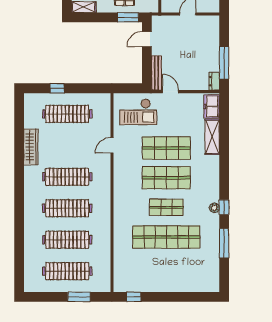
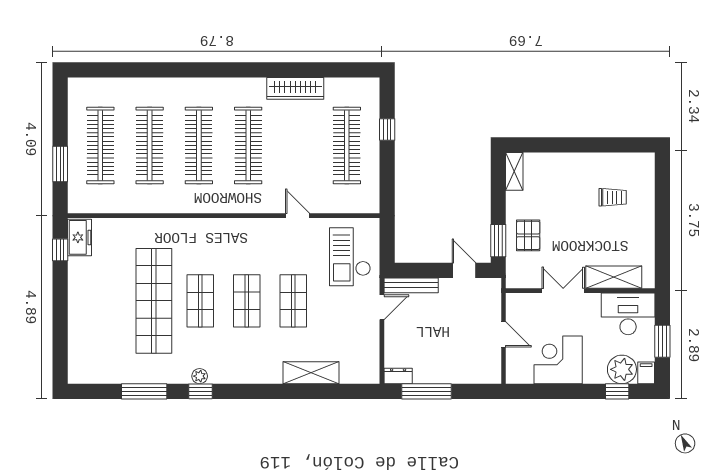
freezer: (212, 106) -> (80, 237), moved, turned 90
shop shelf: (166, 148) -> (293, 301), width x0.70, depth x0.74
shop shelf: (166, 178) -> (247, 301), width x0.70, depth x0.74

